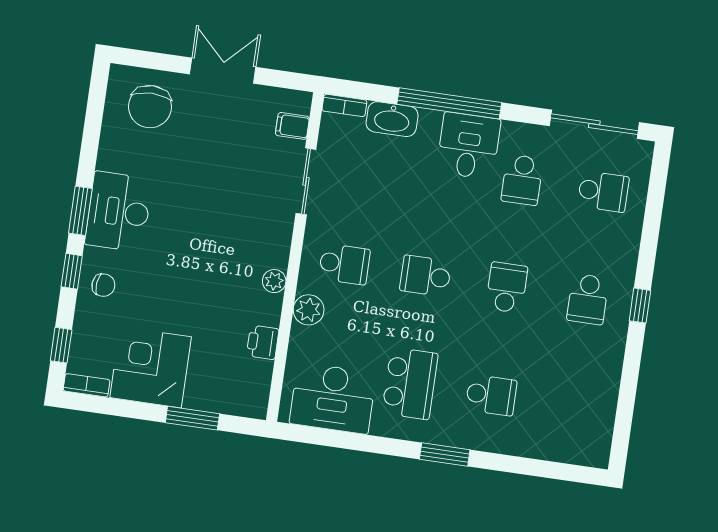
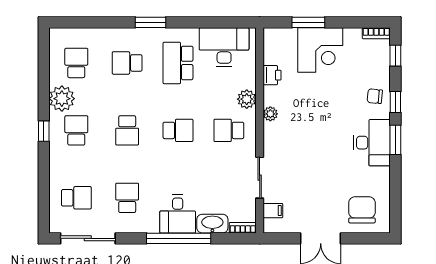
desk: (469, 146) -> (178, 214), moved
school desk: (603, 192) -> (76, 198), turned 180
plant: (604, 353) -> (62, 99), added
corner desk: (151, 367) -> (320, 50), moved
school desk: (572, 407) -> (76, 63), added

